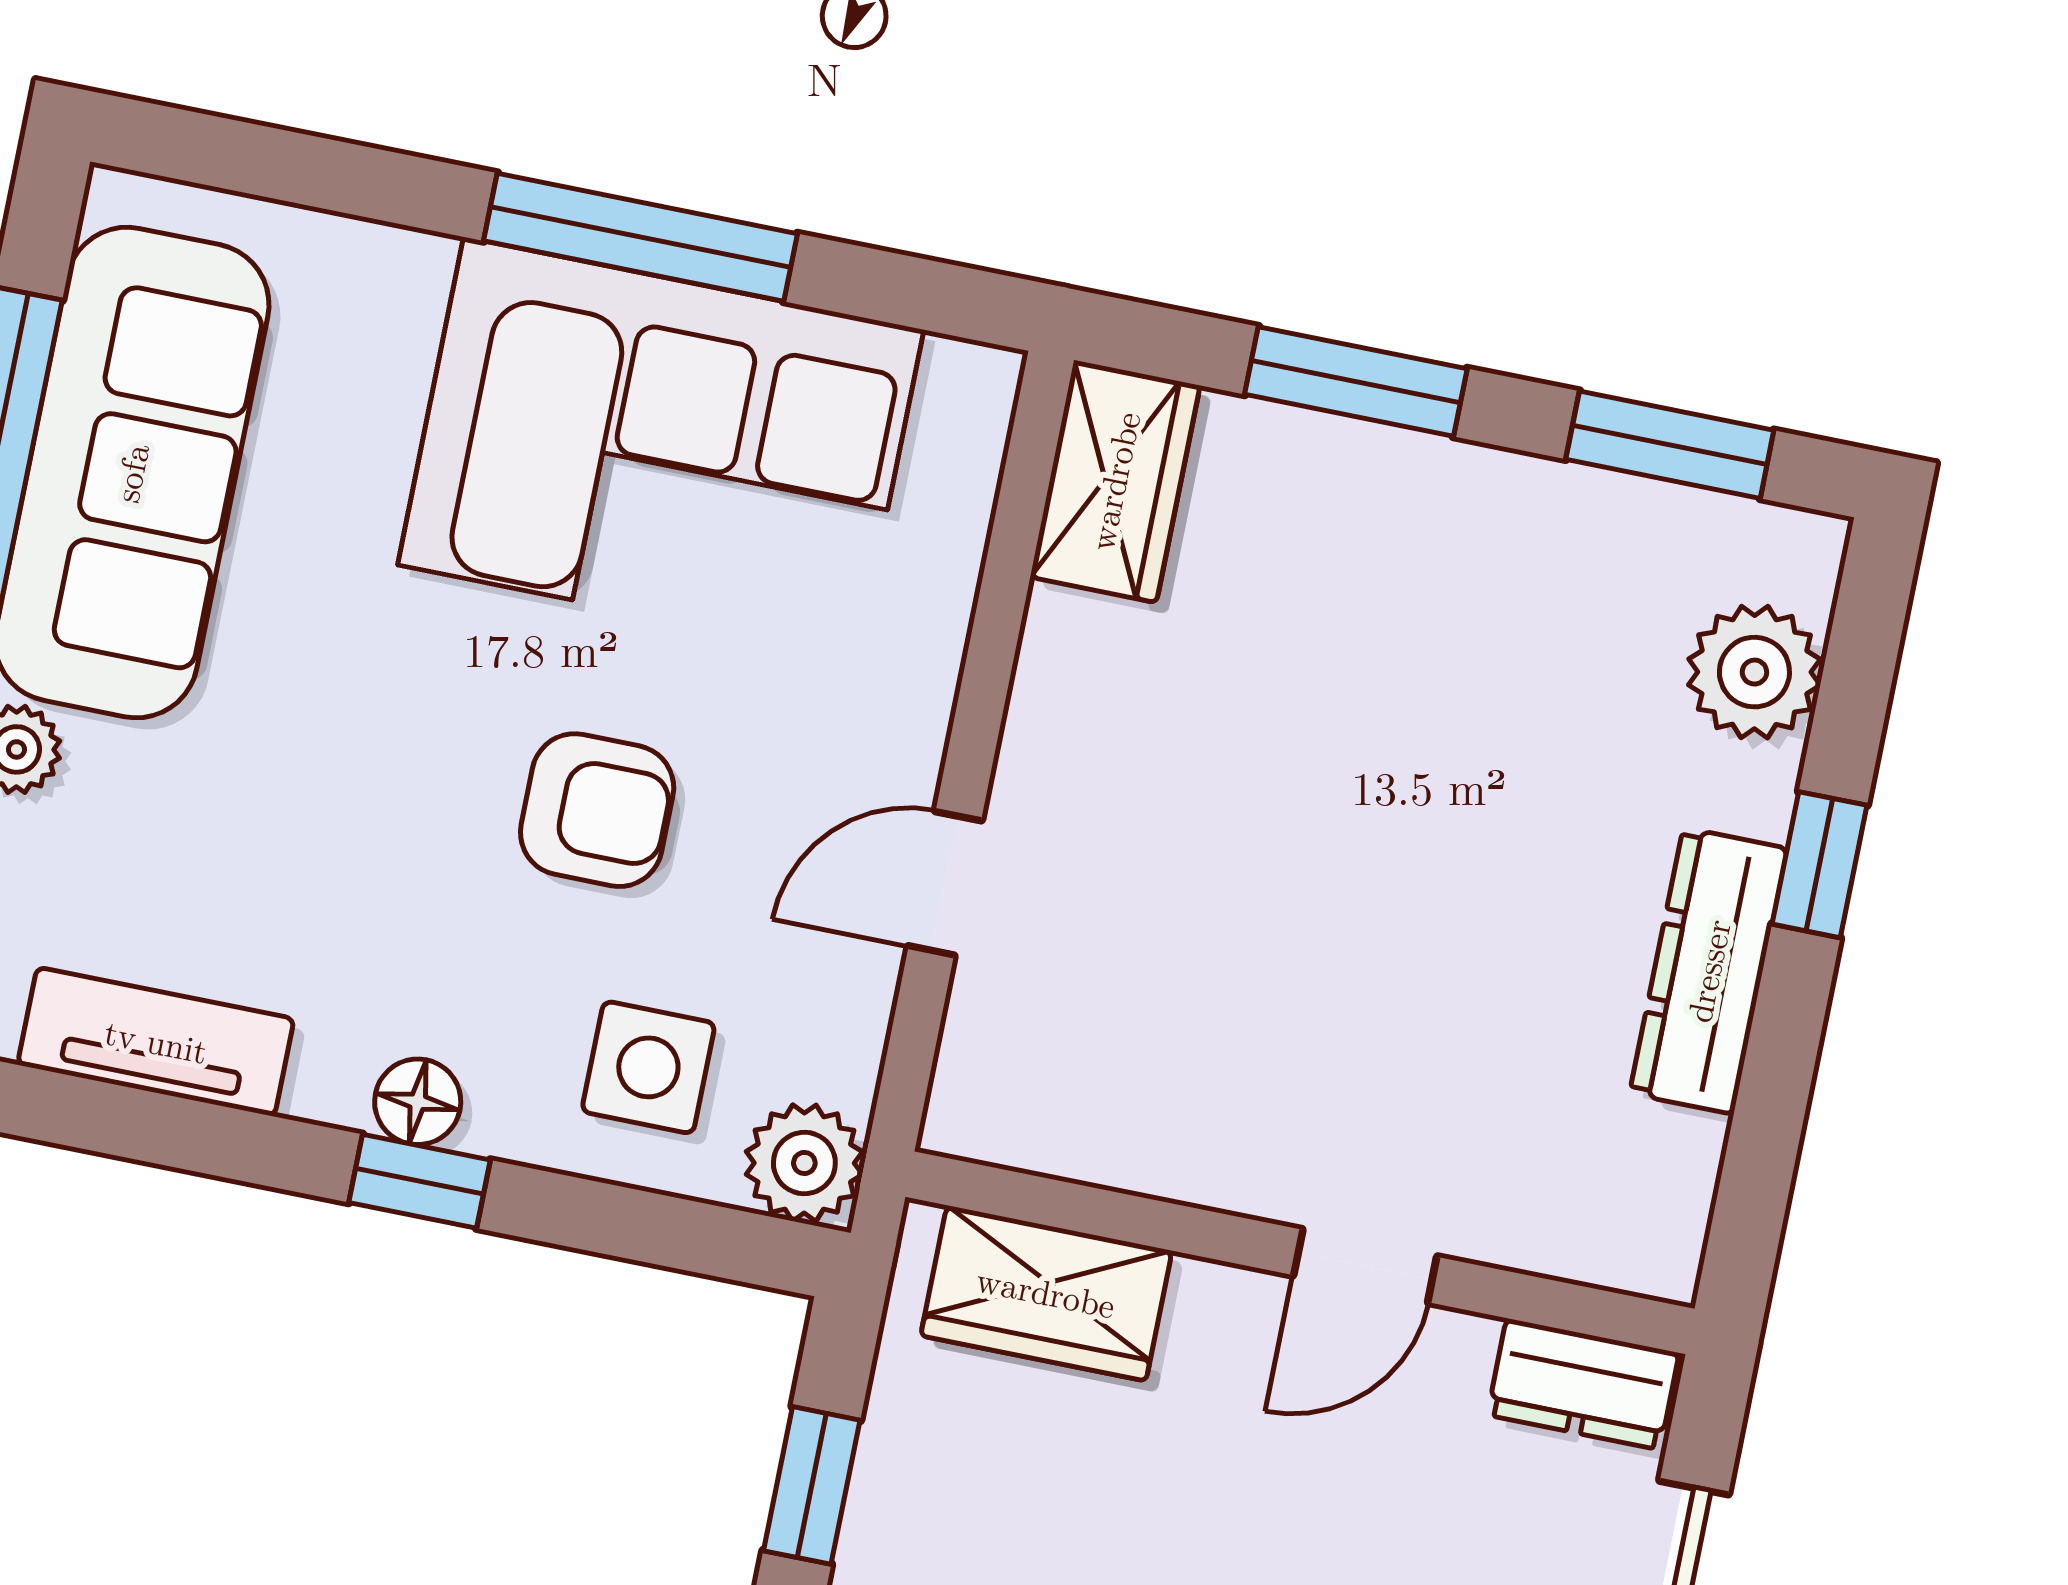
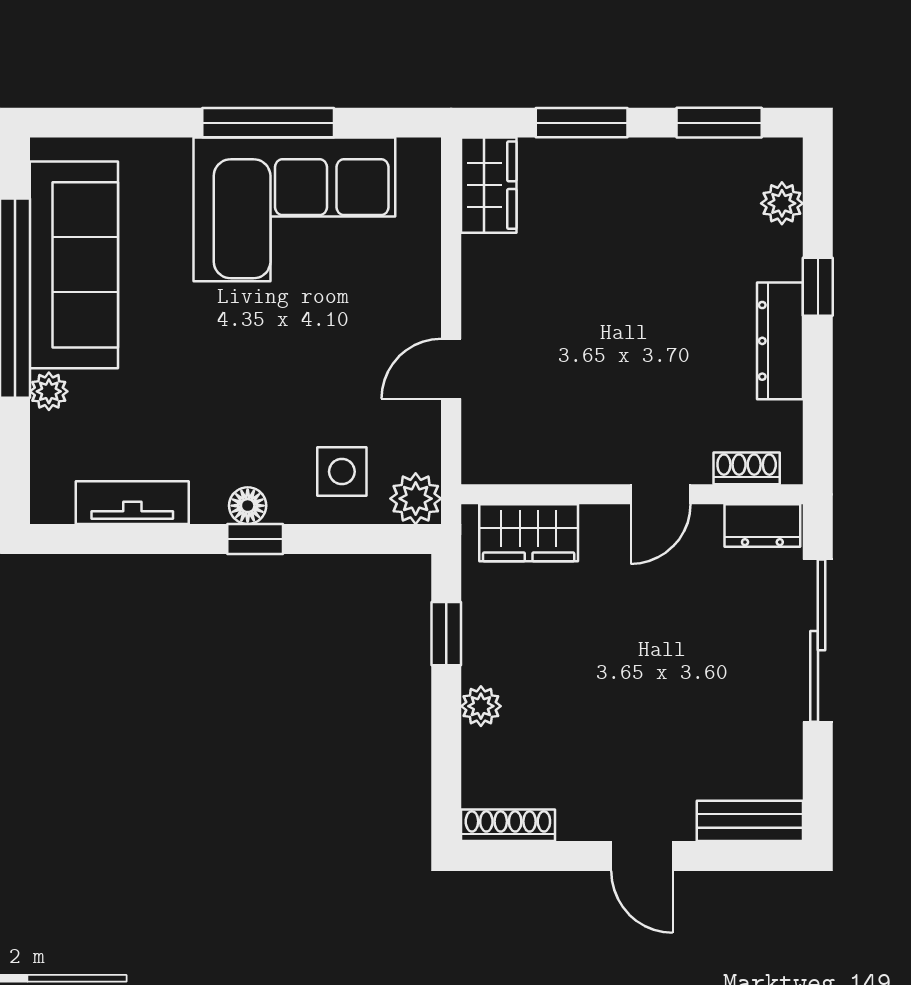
plant: (1754, 672) -> (782, 203), width x0.73, depth x0.73
armchair: (597, 810) -> (298, 368), removed
shoe rack: (1573, 1247) -> (747, 468), added

